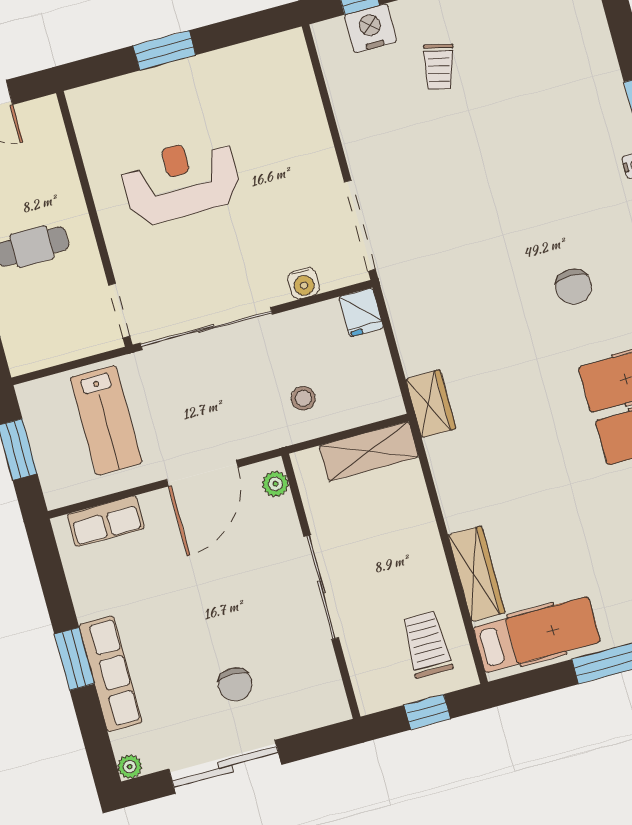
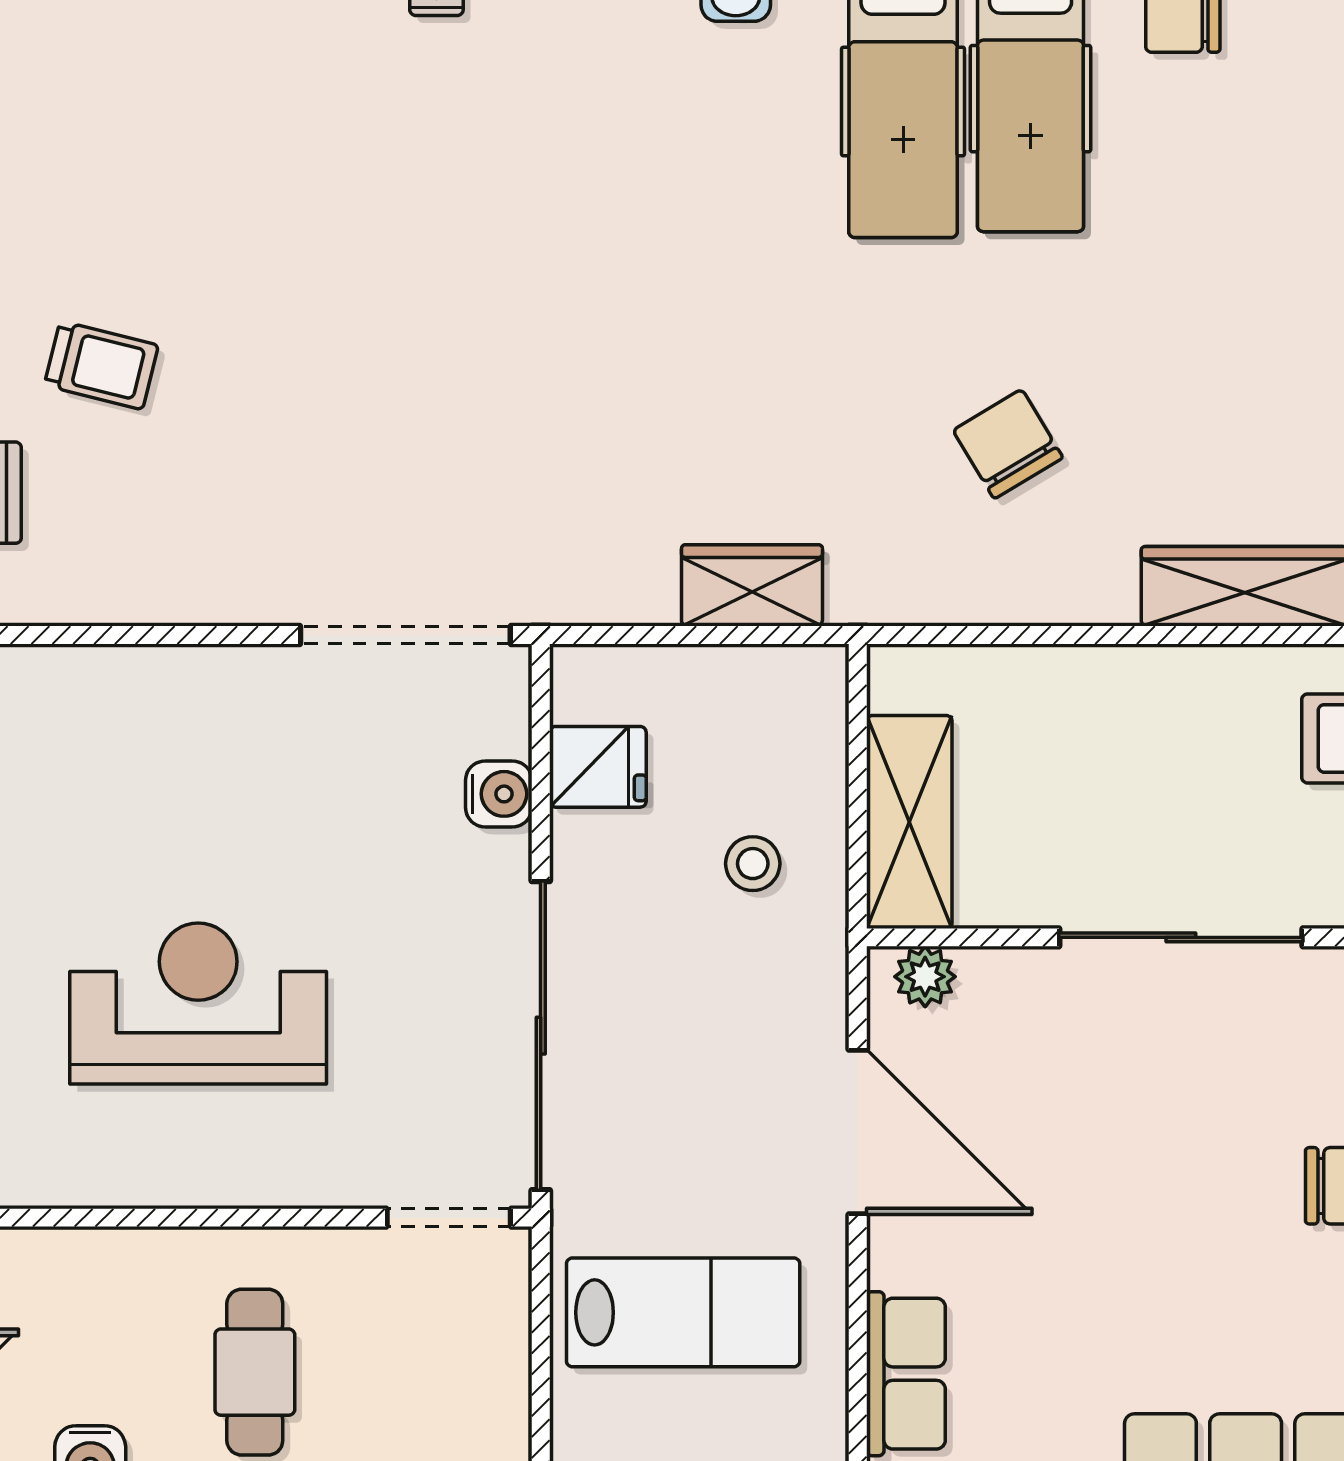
reception desk: (181, 181) -> (198, 1004), turned 90
chair: (573, 287) -> (1008, 444), moved, turned -121
fridge: (361, 312) -> (598, 767), moved
wardrobe: (431, 404) -> (752, 585), moved
shelving: (369, 451) -> (909, 822), moved

